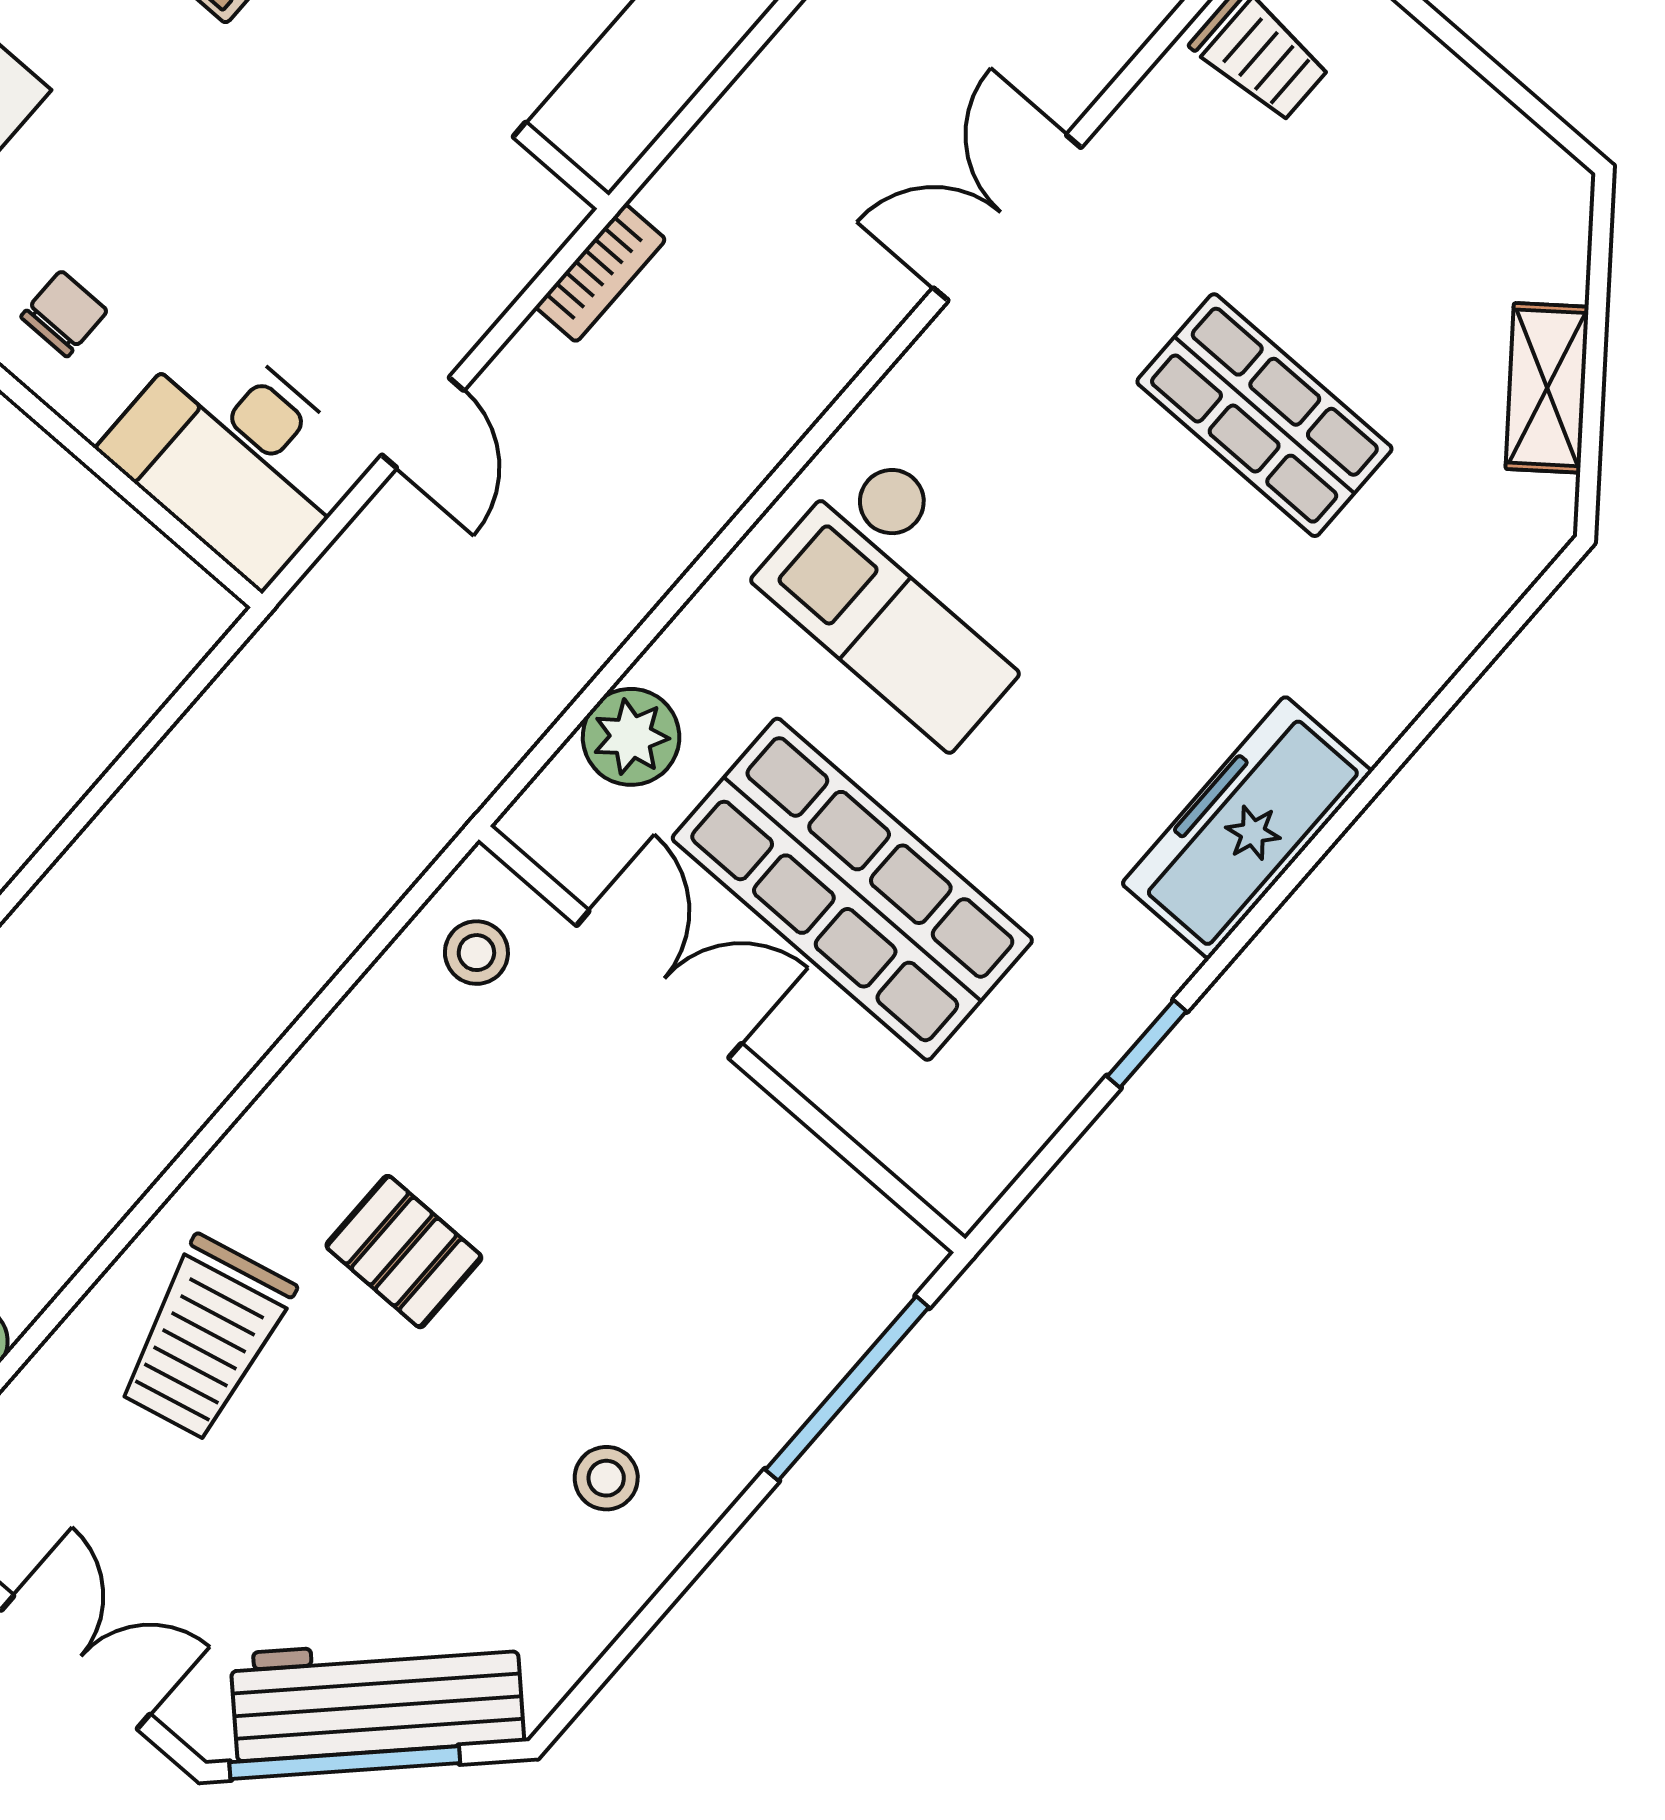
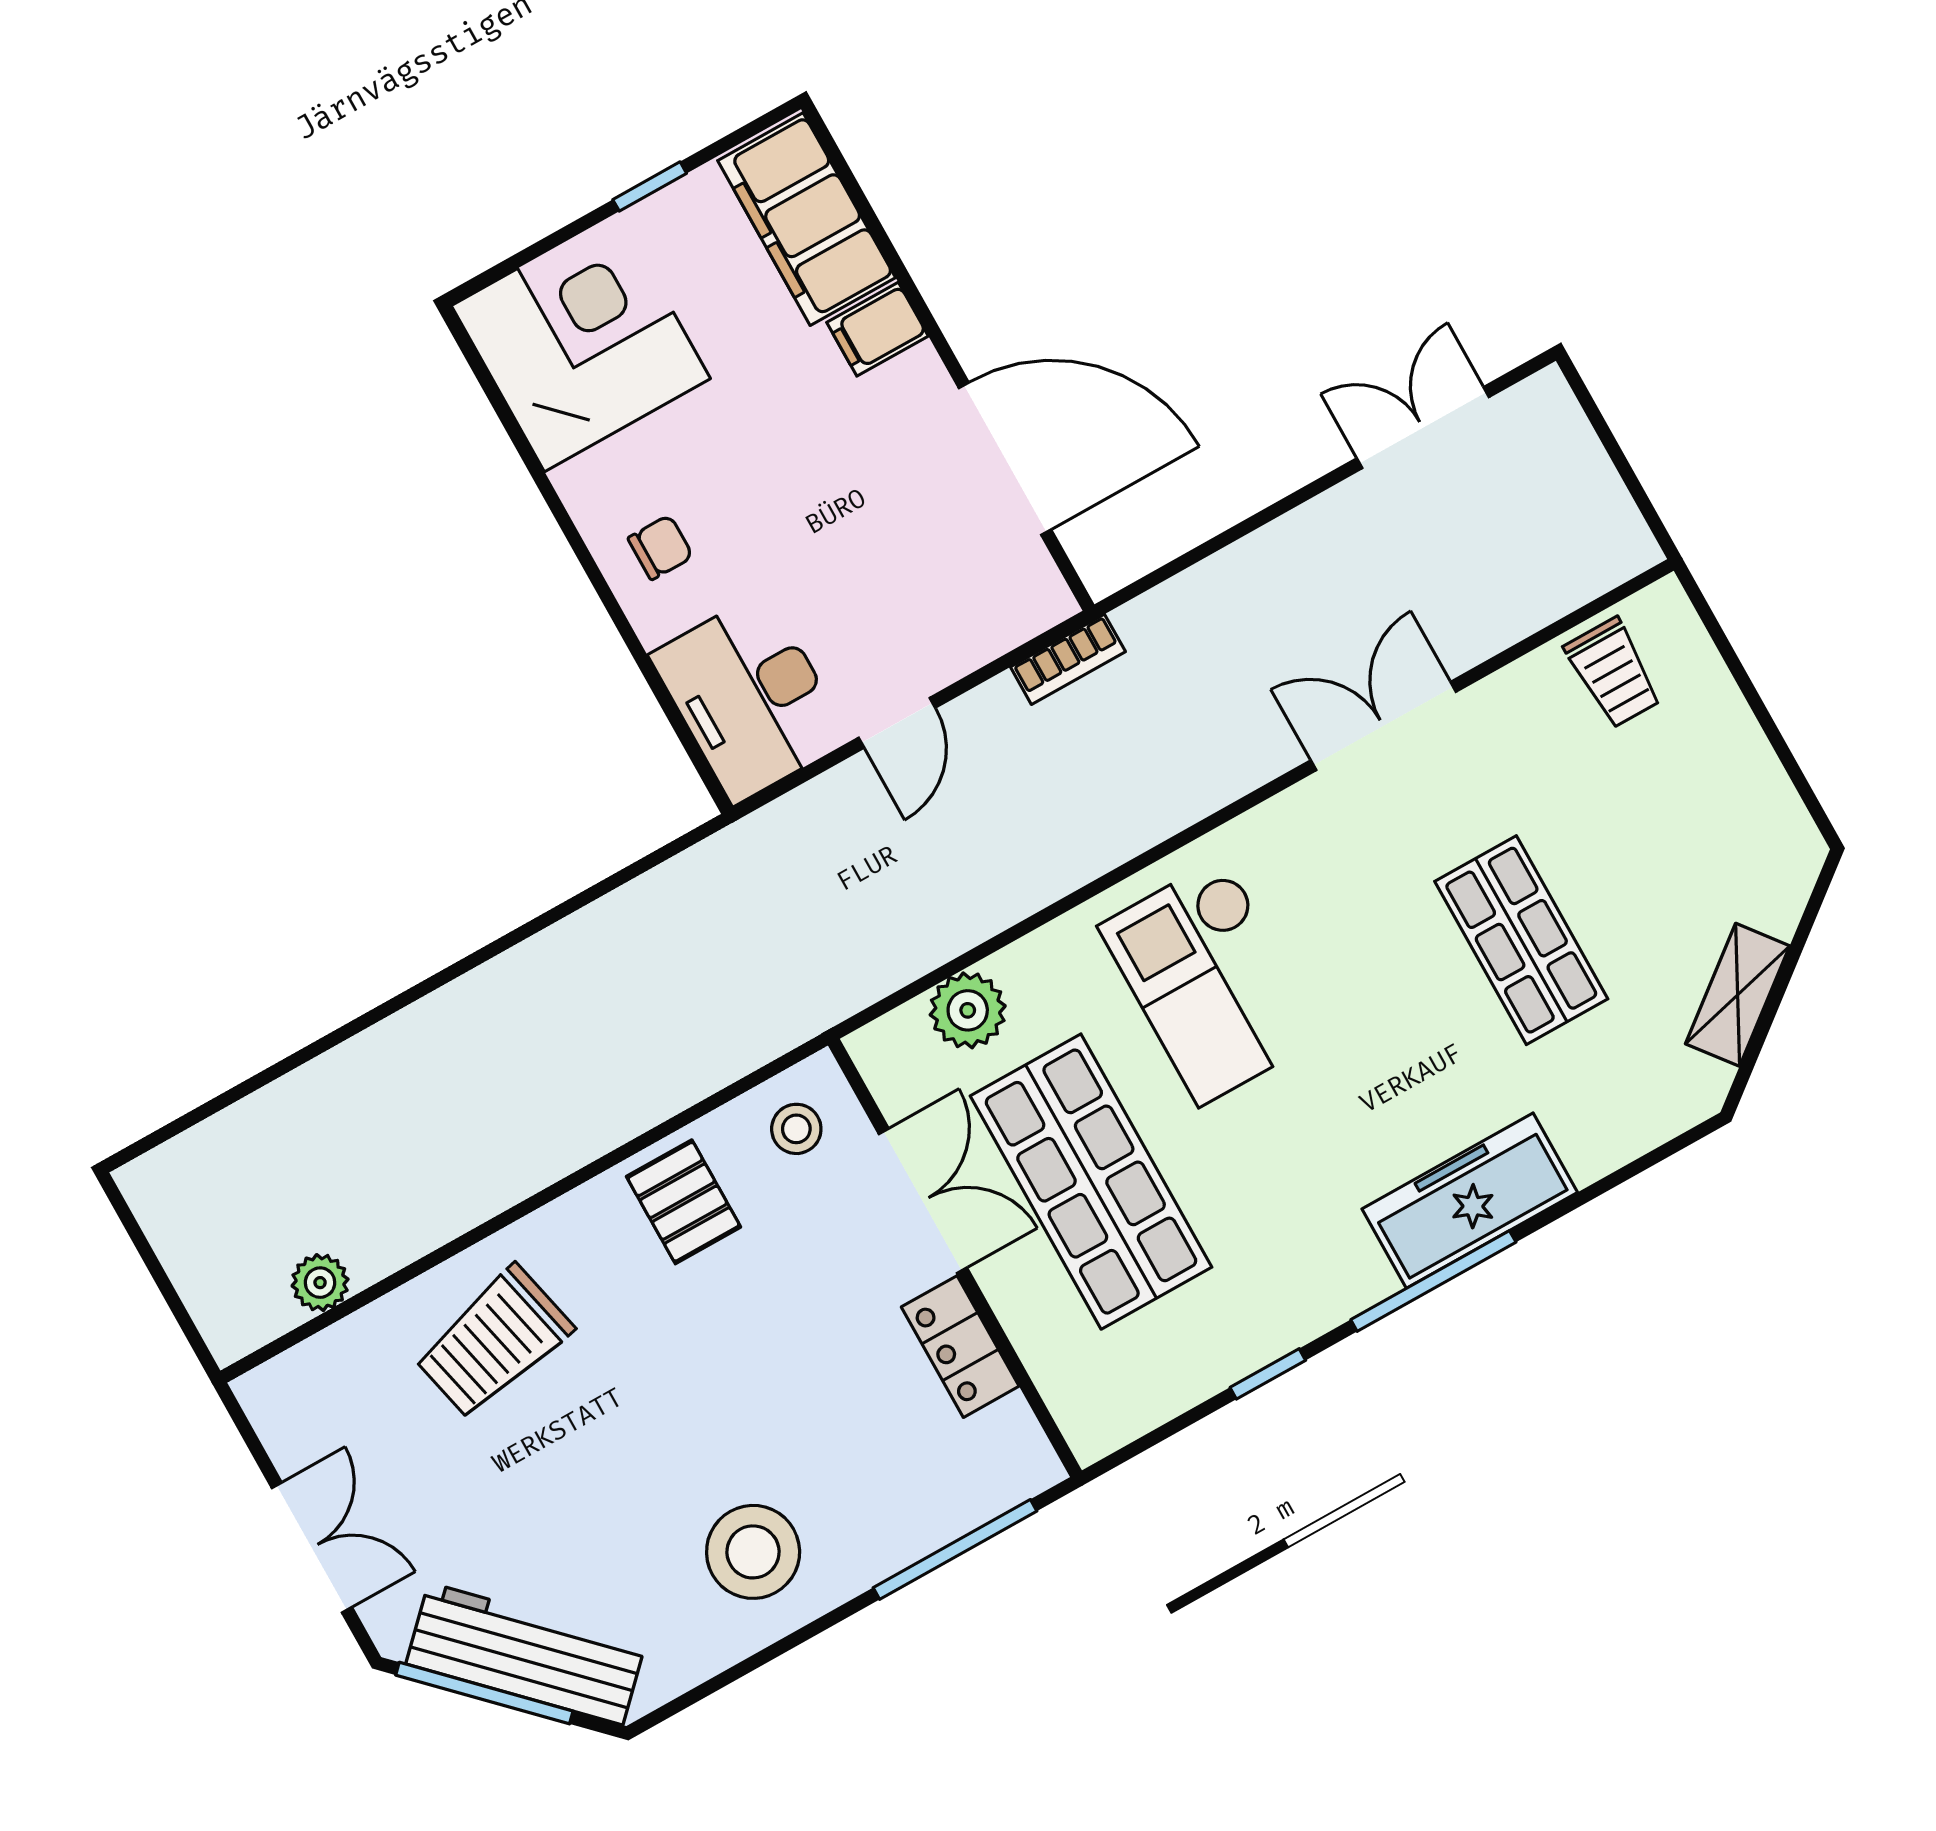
freezer: (1247, 827) -> (1470, 1201), moved
window: (1305, 861) -> (1433, 1281), added
locker: (766, 1143) -> (960, 1347), added
pallet: (404, 1252) -> (684, 1202), moved
stool: (606, 1478) -> (753, 1552), width x1.89, depth x1.89

